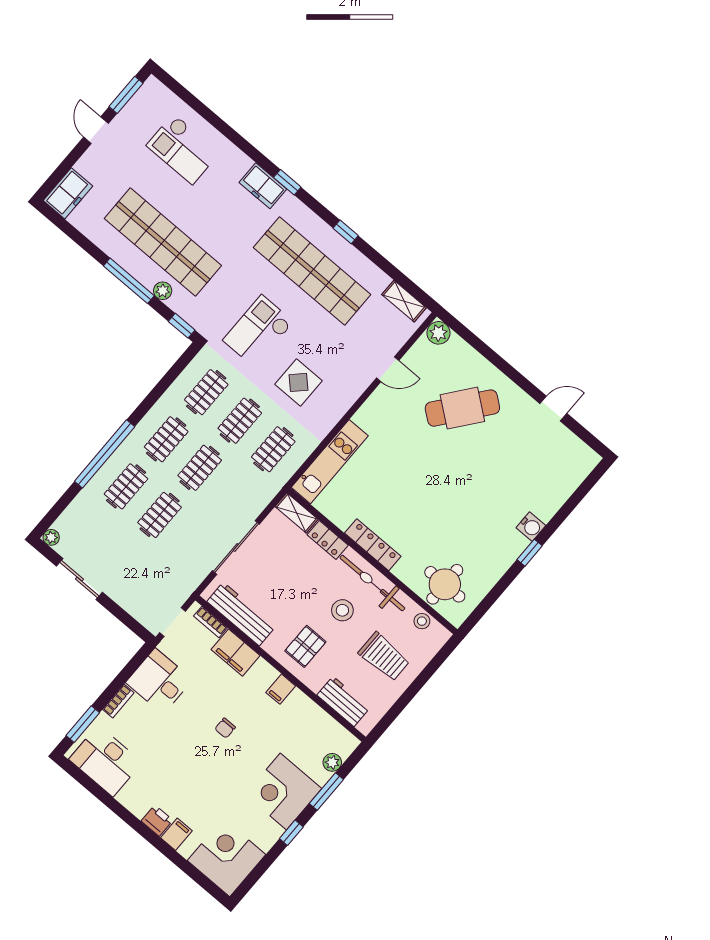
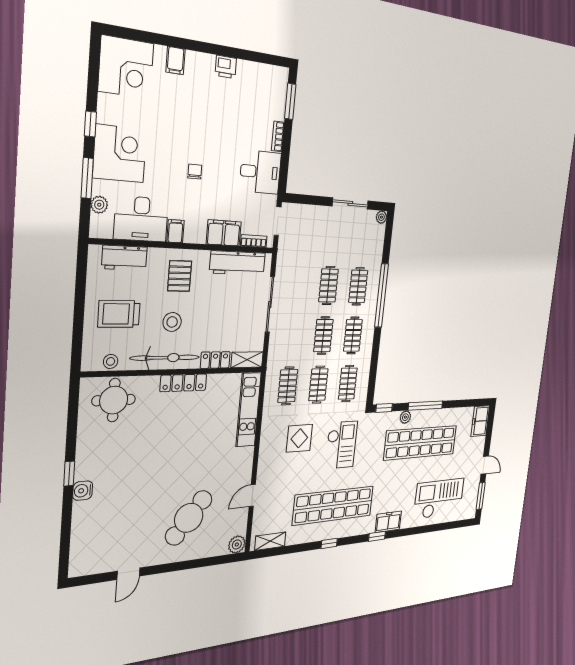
checkout: (183, 149) -> (439, 498), width x1.36, depth x1.21
desk: (106, 761) -> (141, 219), moved, turned 180
printer: (157, 821) -> (226, 67), moved

